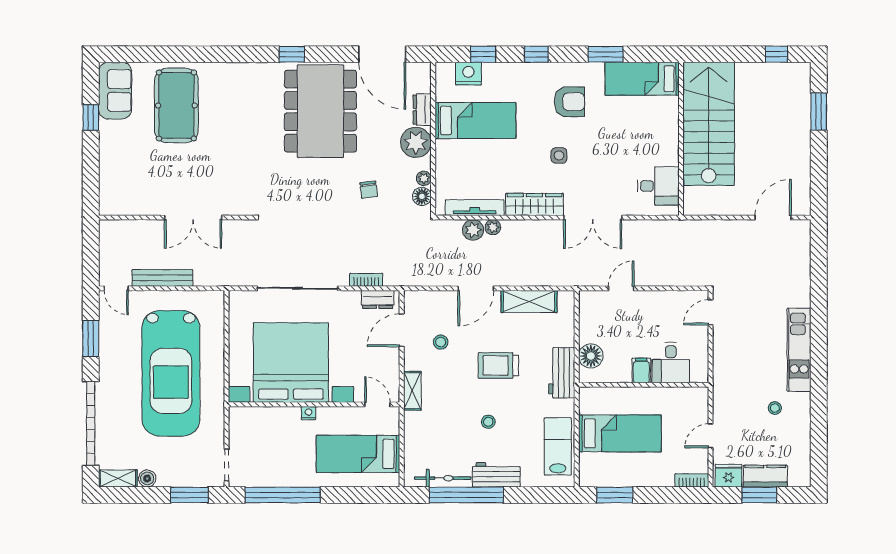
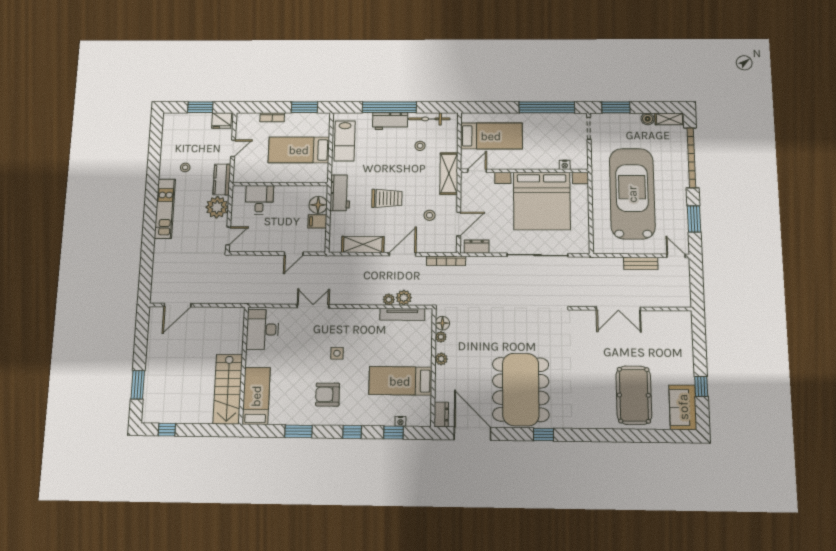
nightstand: (468, 74) -> (400, 421), width x0.53, depth x0.56
bed: (642, 79) -> (256, 396), moved, turned -90
dresser: (422, 110) -> (441, 414), moved
stairs: (709, 124) -> (228, 389), width x0.73, depth x0.66
plant: (416, 142) -> (441, 359), width x0.53, depth x0.53
desk: (658, 186) -> (263, 329), width x1.37
chair: (369, 190) -> (483, 329), removed
wardrobe: (534, 204) -> (357, 316), removed
double door: (193, 218) -> (618, 309), swing flipped
double door: (593, 218) -> (313, 306), width x0.73
bench: (162, 278) -> (641, 263), width x0.73
bookcase: (366, 280) -> (446, 261), moved, width x1.56
plant: (728, 352) -> (217, 207), added
filing cabinet: (641, 370) -> (317, 221), moved, turned 90
shelving: (412, 391) -> (449, 173), width x1.50, depth x1.33
door: (377, 404) -> (477, 171), swing flipped
nightstand: (309, 413) -> (565, 165), moved
stool: (488, 422) -> (420, 146), moved
kitchen counter: (765, 476) -> (222, 179), moved, turned 90
bookcase: (692, 480) -> (272, 117), moved
window: (466, 495) -> (389, 107), moved

